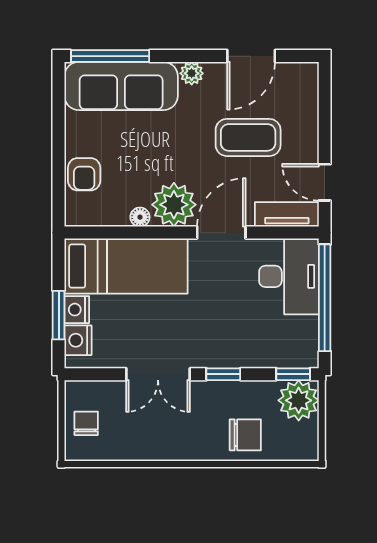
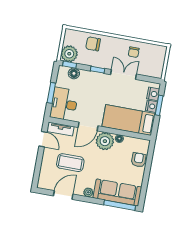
window: (325, 298) -> (51, 93), width x0.47
floor lamp: (279, 355) -> (74, 73), added
chair: (86, 423) -> (134, 52), moved

